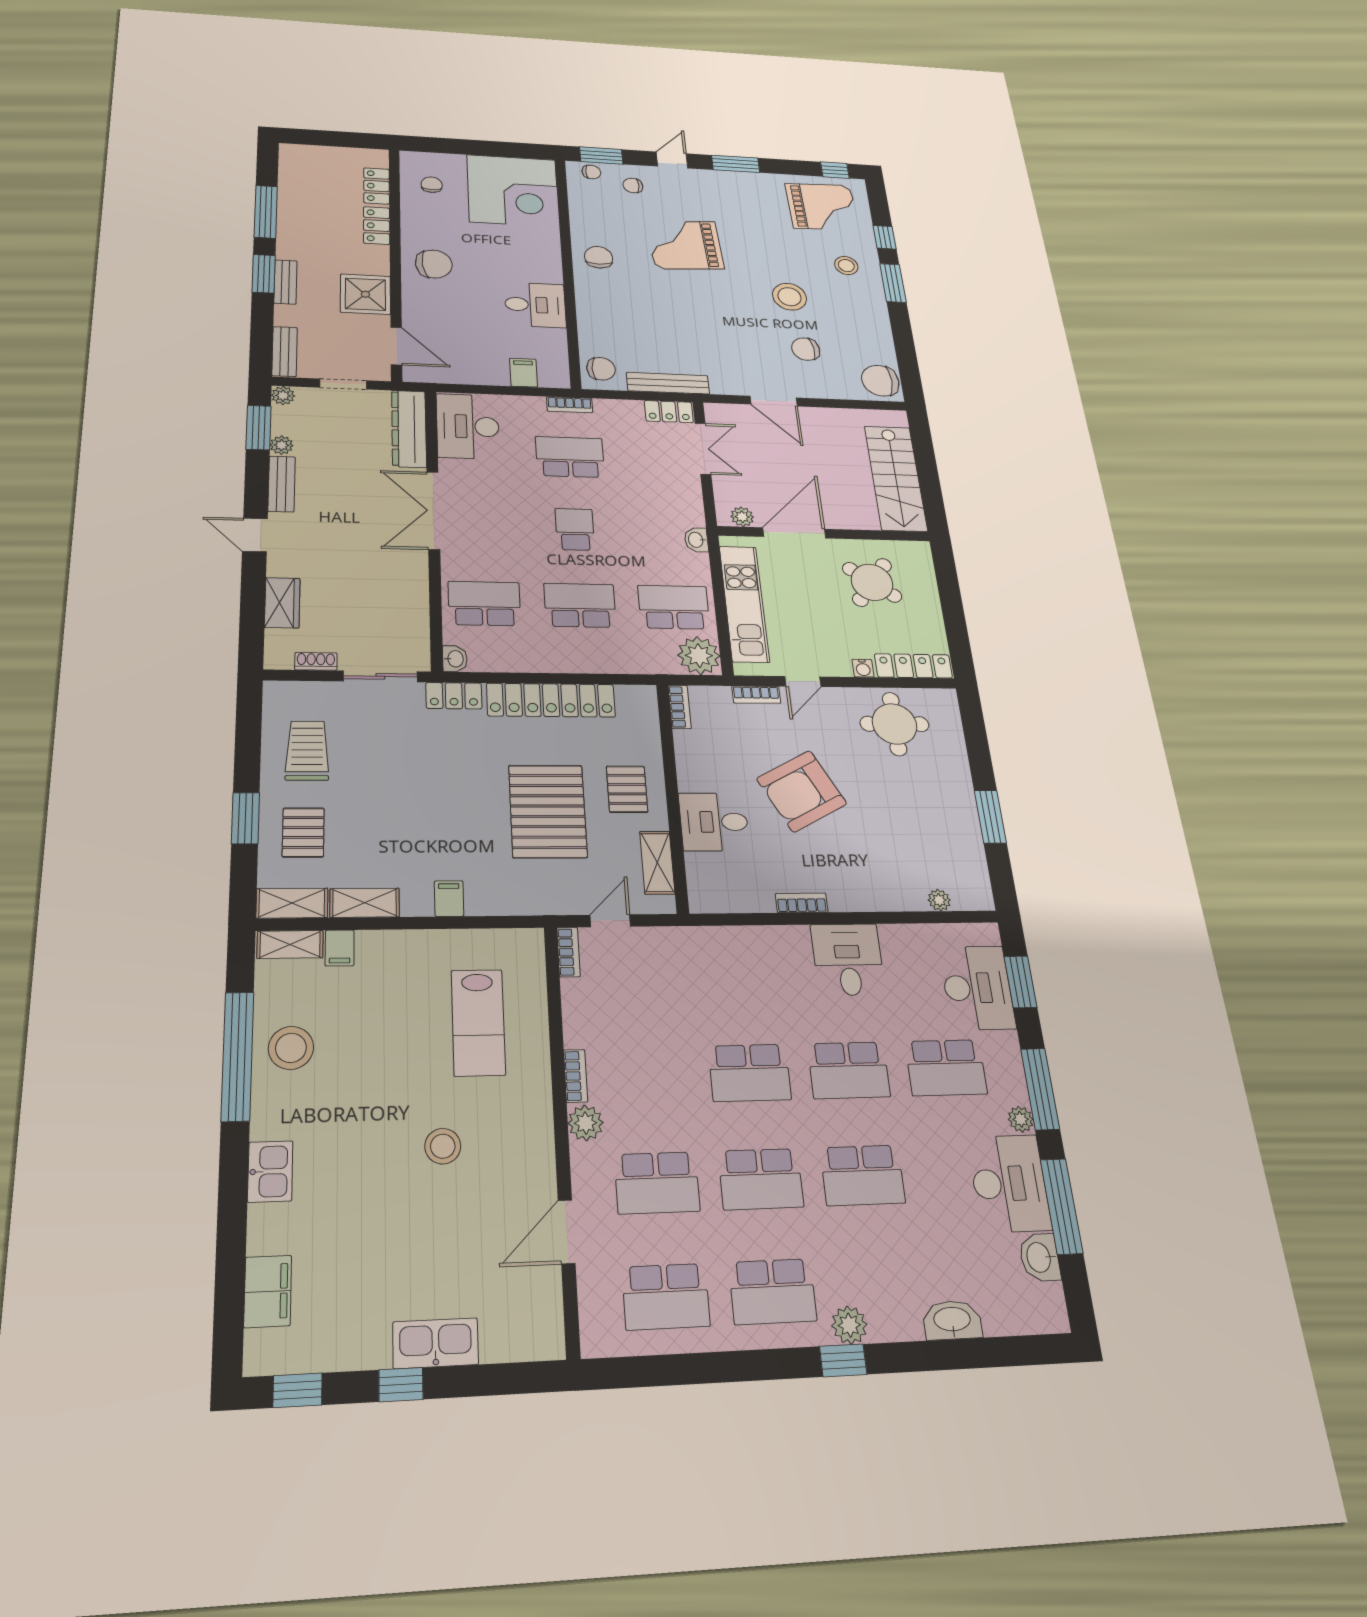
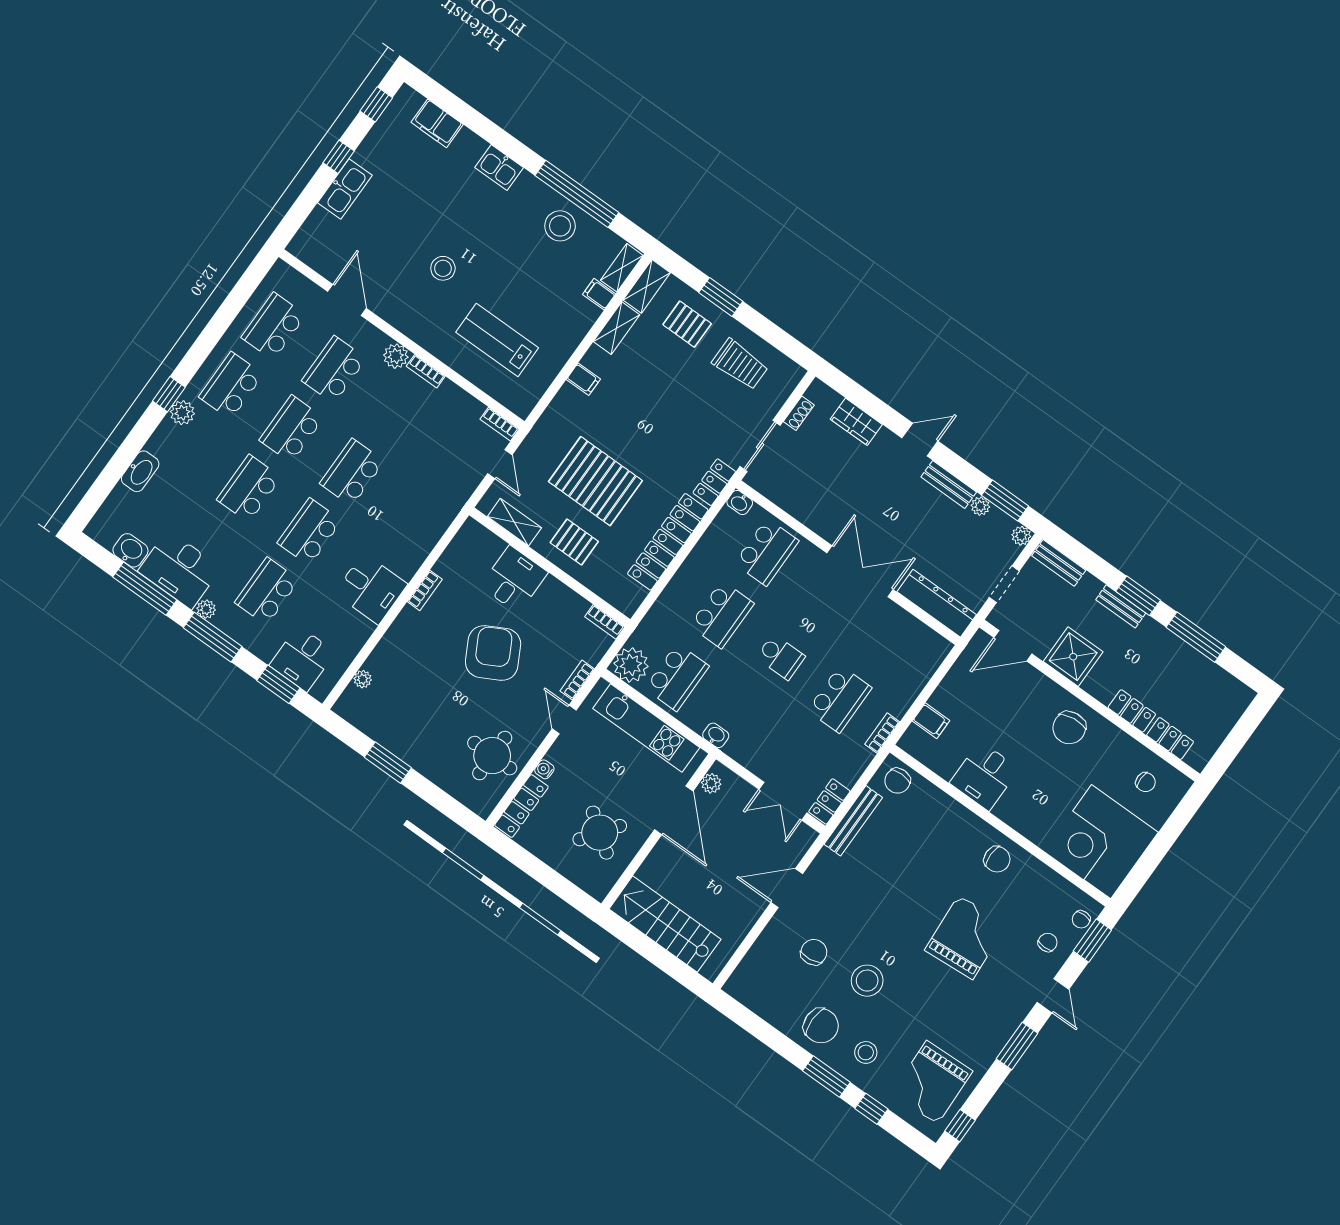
chair: (880, 381) -> (821, 1026), moved, turned 90
desk: (468, 426) -> (912, 646), removed
desk: (977, 988) -> (302, 659), width x0.73

